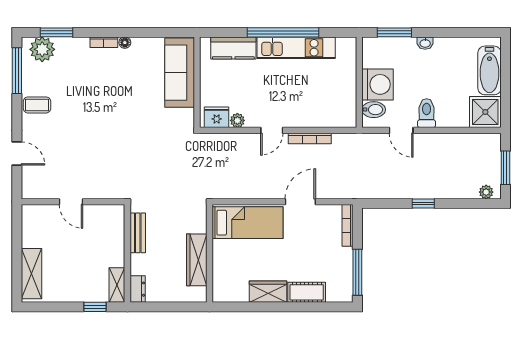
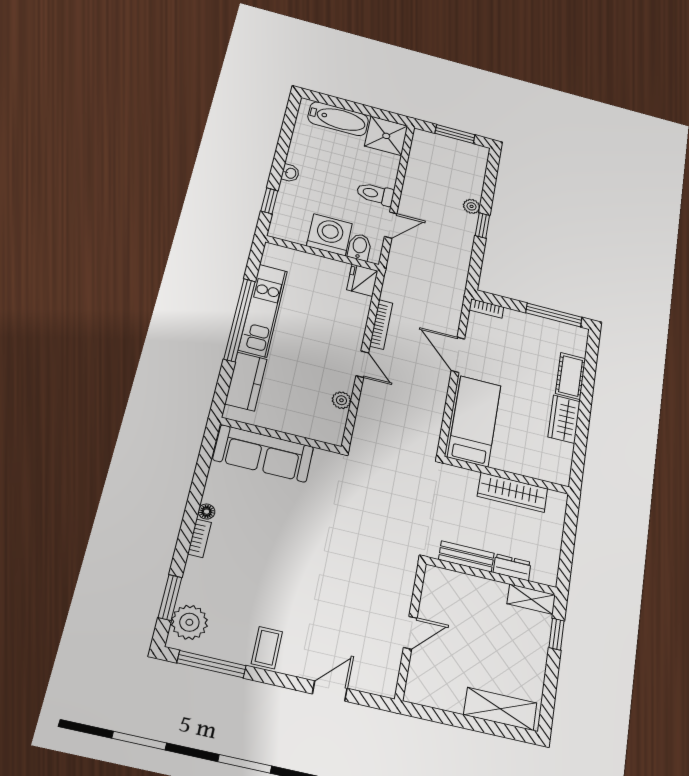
window: (394, 32) -> (269, 201), width x0.67
fridge: (217, 117) -> (362, 280), moved
plant: (486, 192) -> (472, 206), moved
bookcase: (348, 225) -> (486, 308), width x0.64
dresser: (138, 289) -> (512, 567), moved

